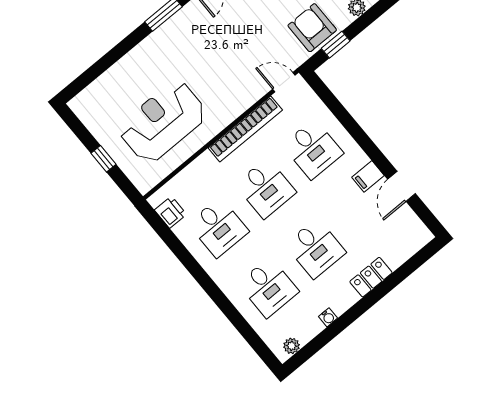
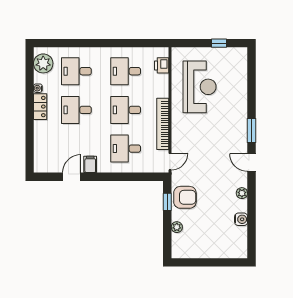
window: (103, 159) -> (219, 43), moved
door: (402, 186) -> (72, 177), hinge flipped
printer: (170, 212) -> (162, 65), moved, turned 90
locker: (371, 277) -> (40, 107), moved
plant: (292, 346) -> (43, 63), width x1.88, depth x1.88

